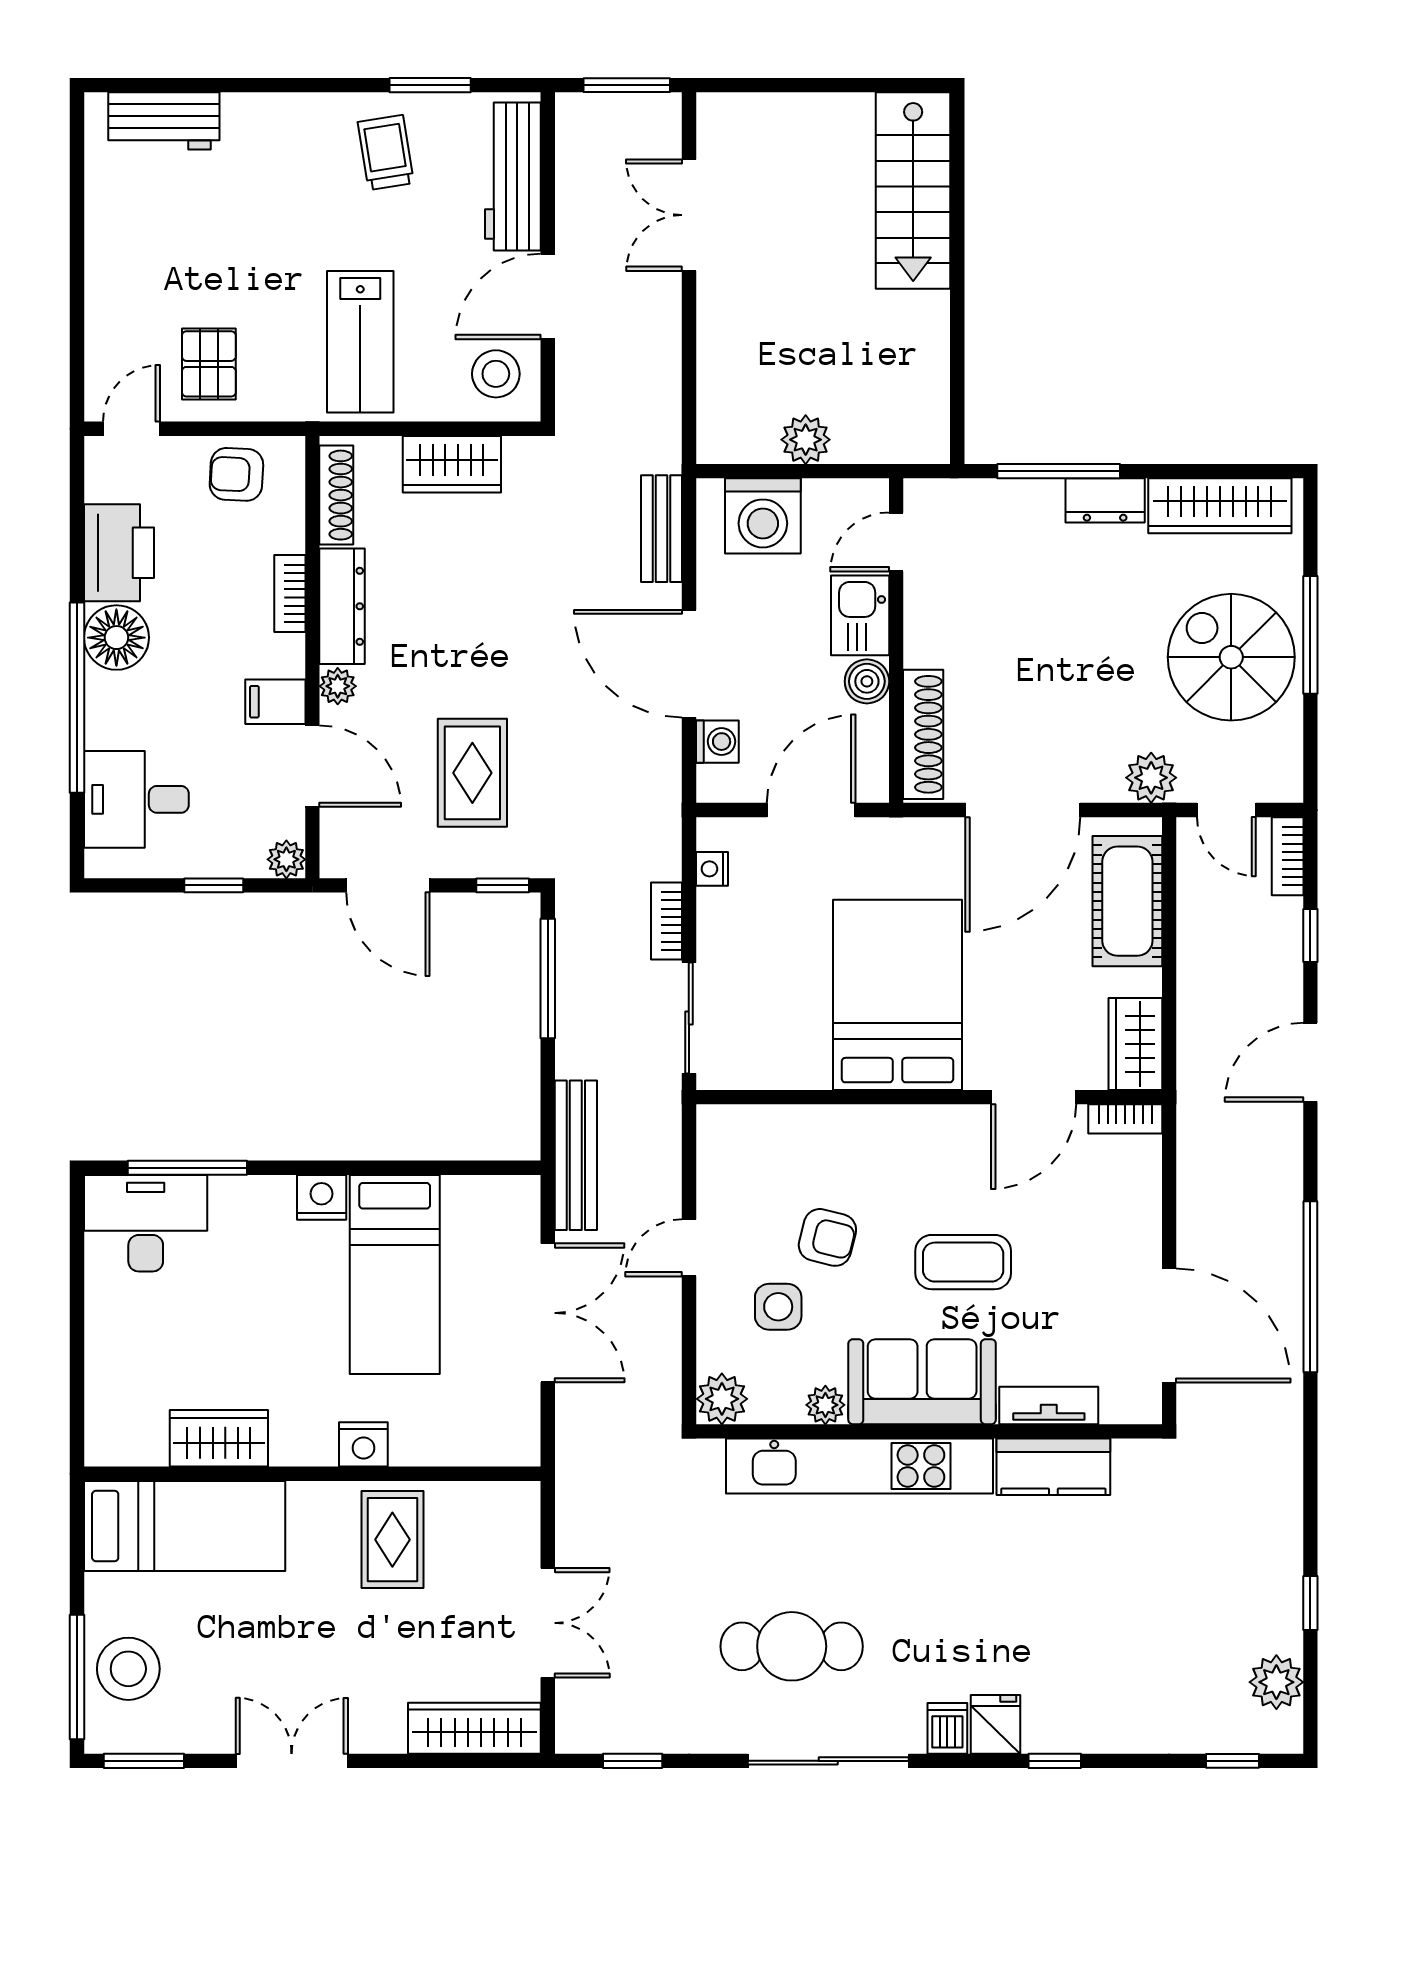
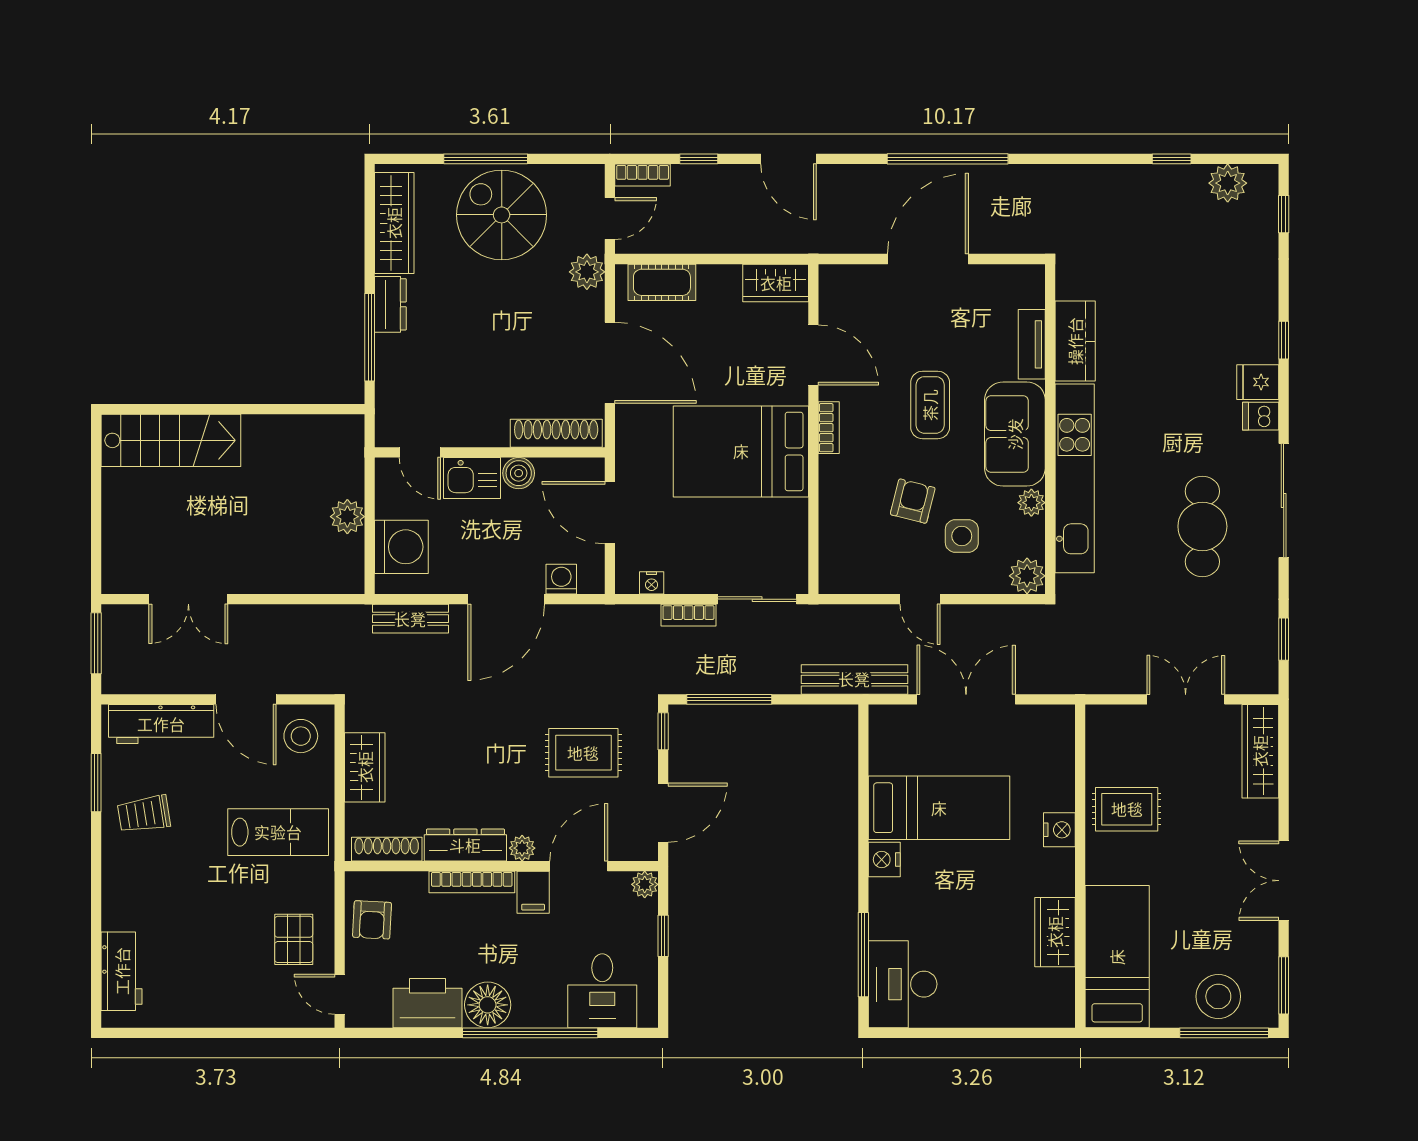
pallet: (209, 364) -> (294, 939), turned 90
bookcase: (290, 594) -> (472, 882), width x1.56
spiral stairs: (1231, 657) -> (502, 215), turned 90
cot: (1127, 901) -> (662, 282), width x0.73, depth x0.75
bookcase: (1125, 1119) -> (829, 428), moved
door: (1169, 1326) -> (928, 259), moved

